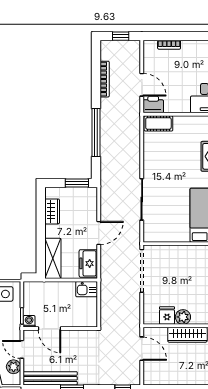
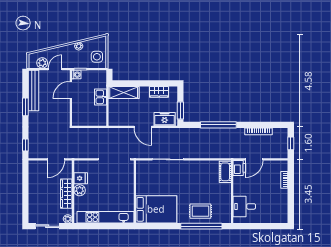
freezer: (88, 263) -> (165, 119), moved
kitchen sink: (87, 289) -> (101, 97), moved

